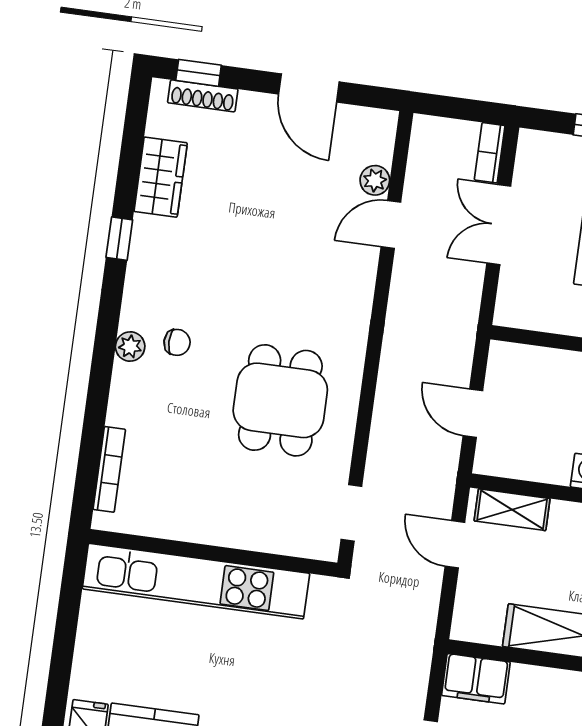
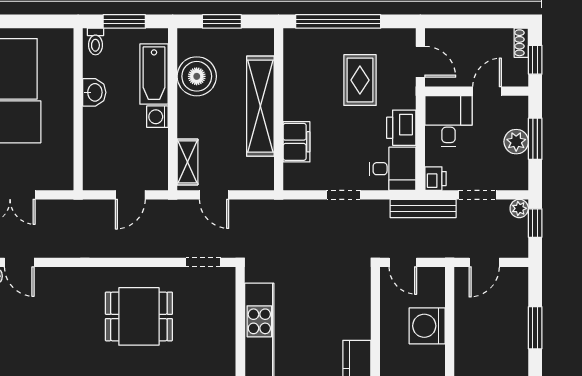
door: (455, 544) -> (214, 195), hinge flipped
filing cabinet: (476, 679) -> (296, 142), moved

